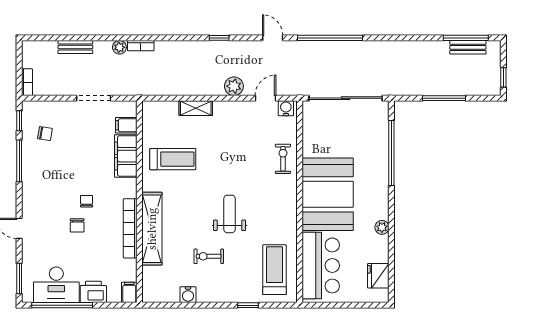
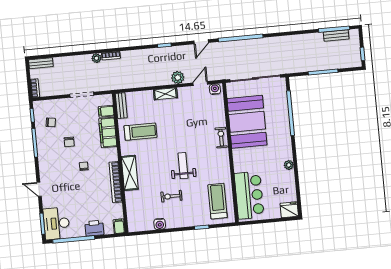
door: (273, 38) -> (201, 42), swing flipped
bench: (75, 47) -> (41, 63), moved
shelving: (196, 108) -> (165, 94), moved
bench: (149, 119) -> (121, 106), added
exercise bike: (283, 159) -> (221, 138), moved
booth: (328, 194) -> (247, 122), moved
chair: (77, 225) -> (69, 142), moved
shelving: (152, 229) -> (130, 173), width x0.68
fridge: (378, 276) -> (289, 210), moved, turned 90
desk: (56, 285) -> (57, 223), moved, turned 90

